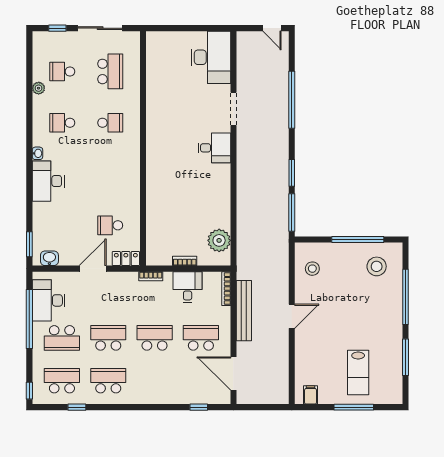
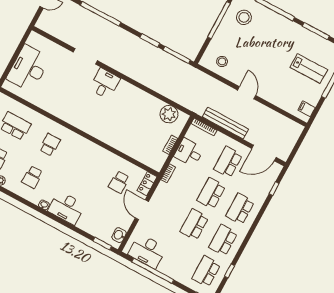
desk: (211, 57) -> (28, 68), moved, turned -90
school desk: (62, 338) -> (240, 209), moved, turned 180

